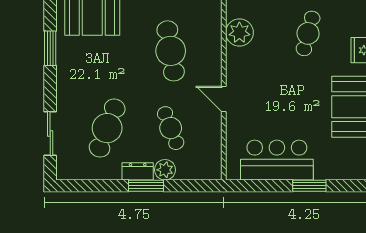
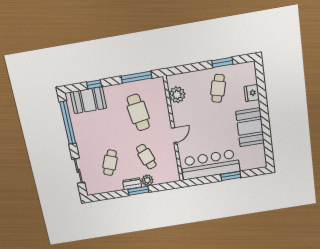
window: (50, 48) -> (68, 123), width x2.11
door: (224, 99) -> (174, 135), swing flipped
cafe table: (107, 128) -> (110, 163), width x0.73, depth x0.74
bar counter: (277, 160) -> (210, 165), width x1.36

